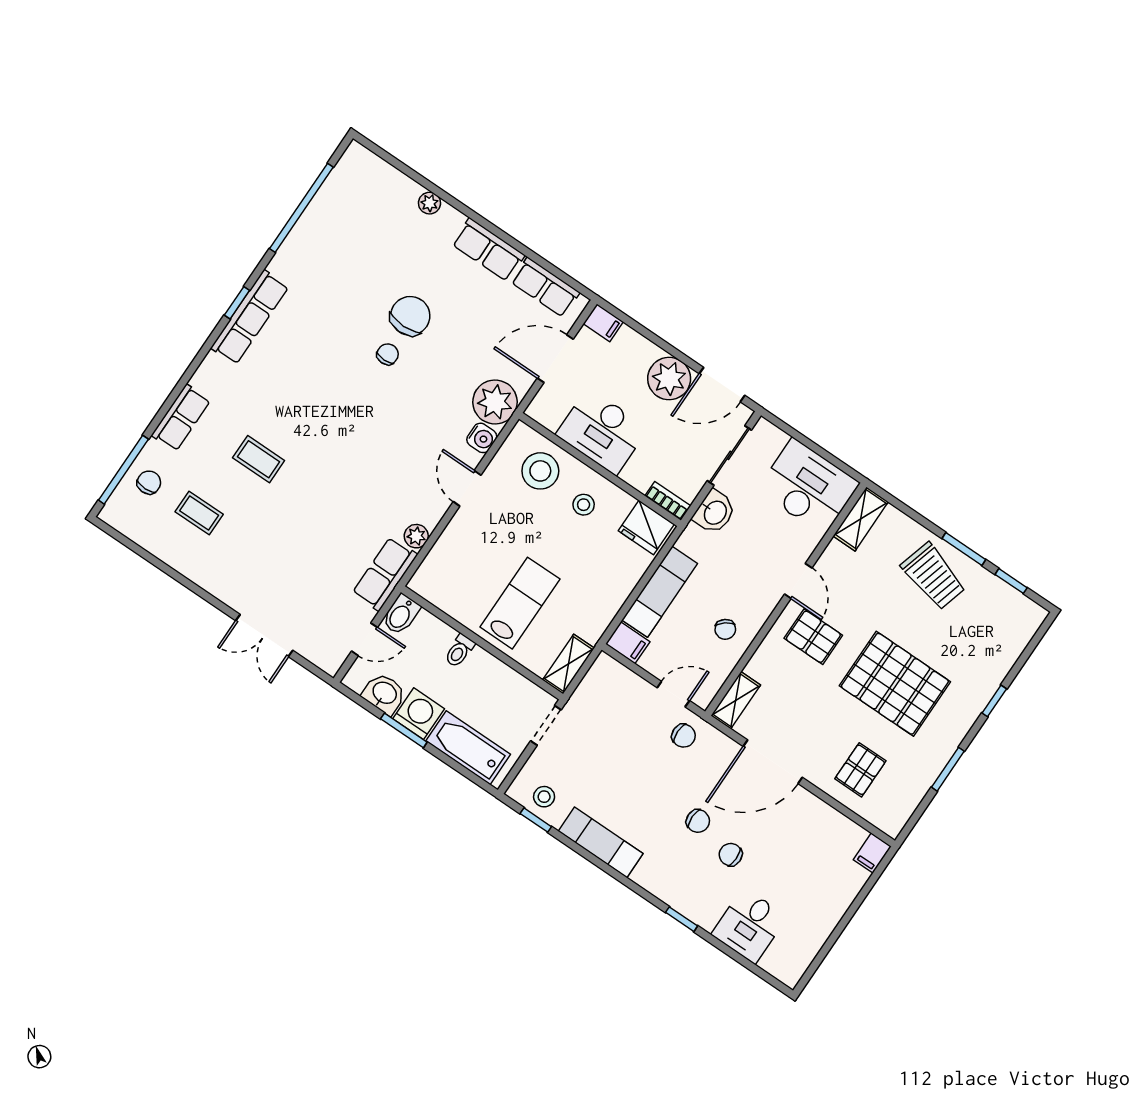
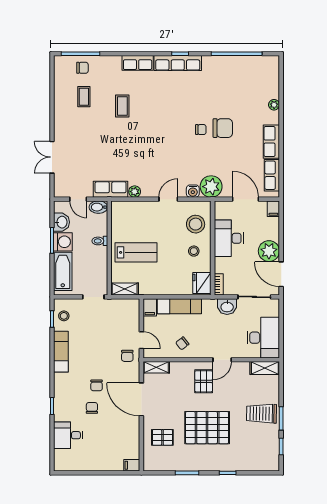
row of seats: (181, 418) -> (138, 63), moved
trolley: (933, 576) -> (262, 414), turned 75
pallet: (895, 684) -> (207, 428), turned 90

